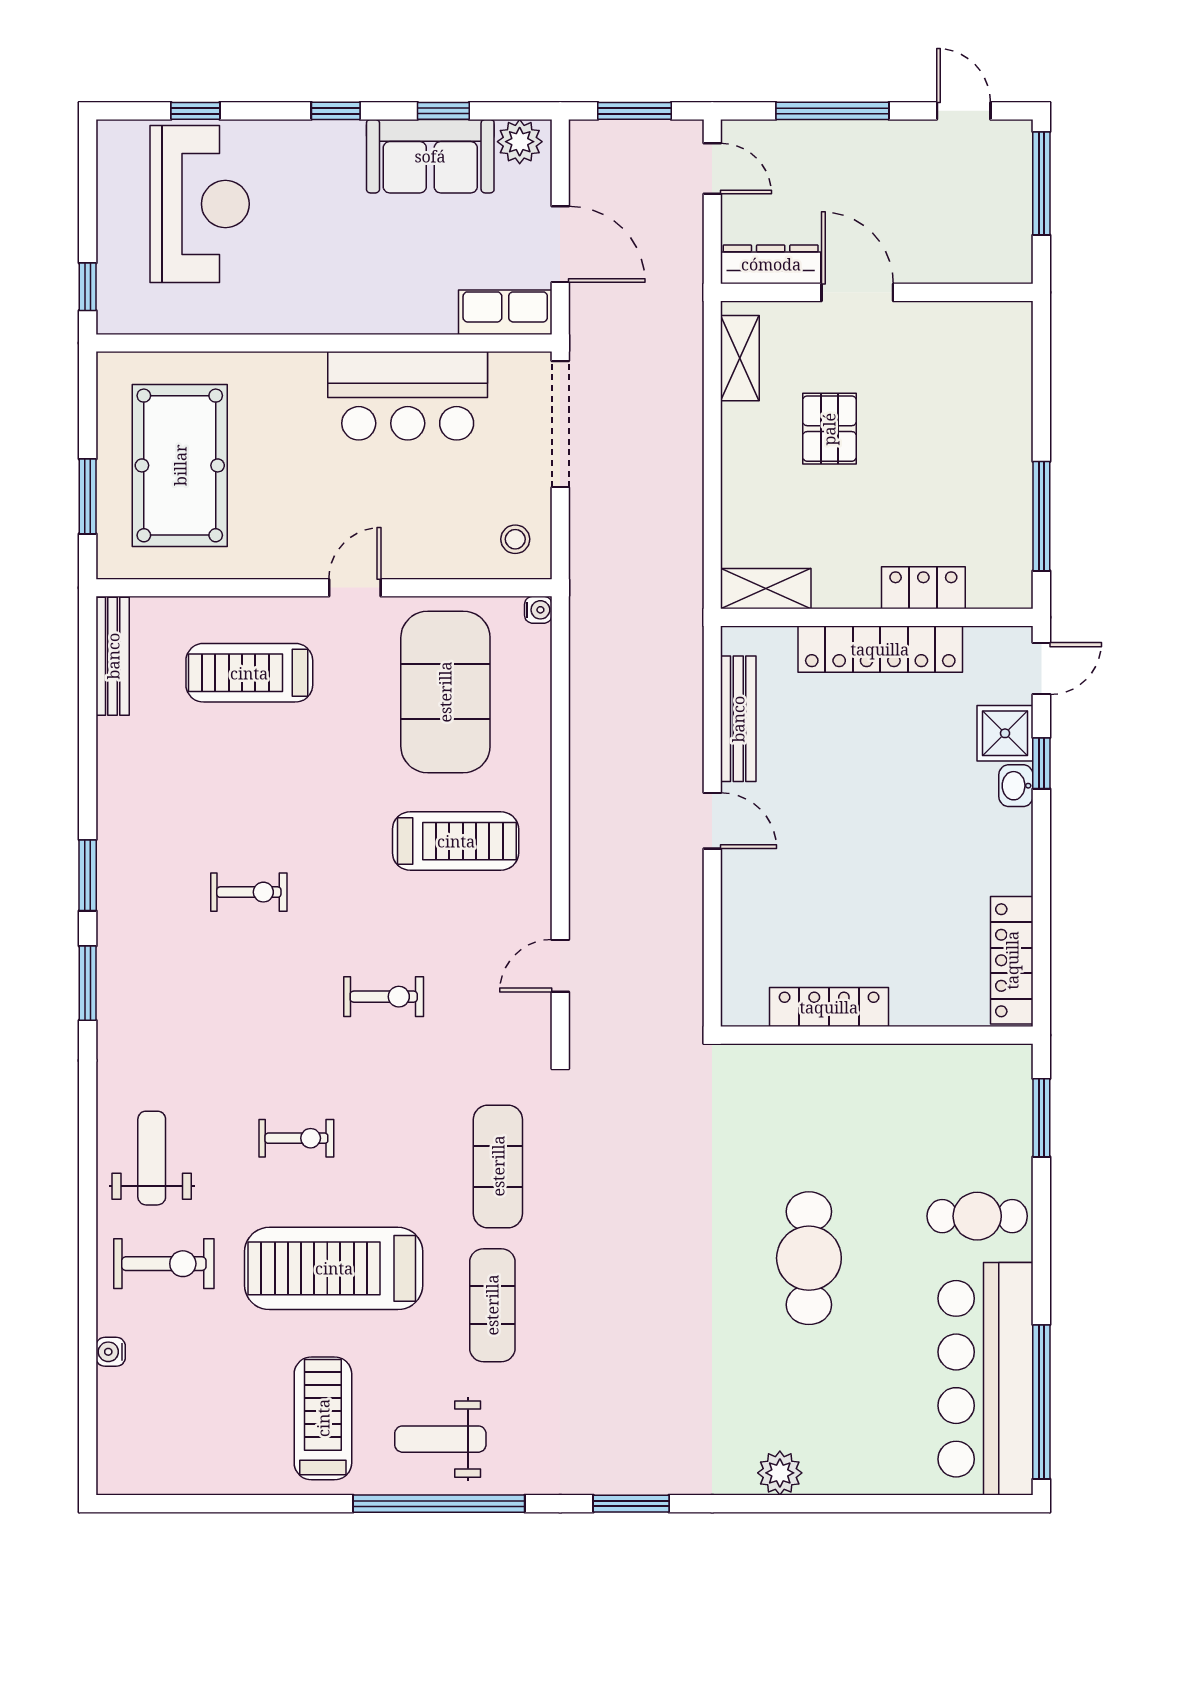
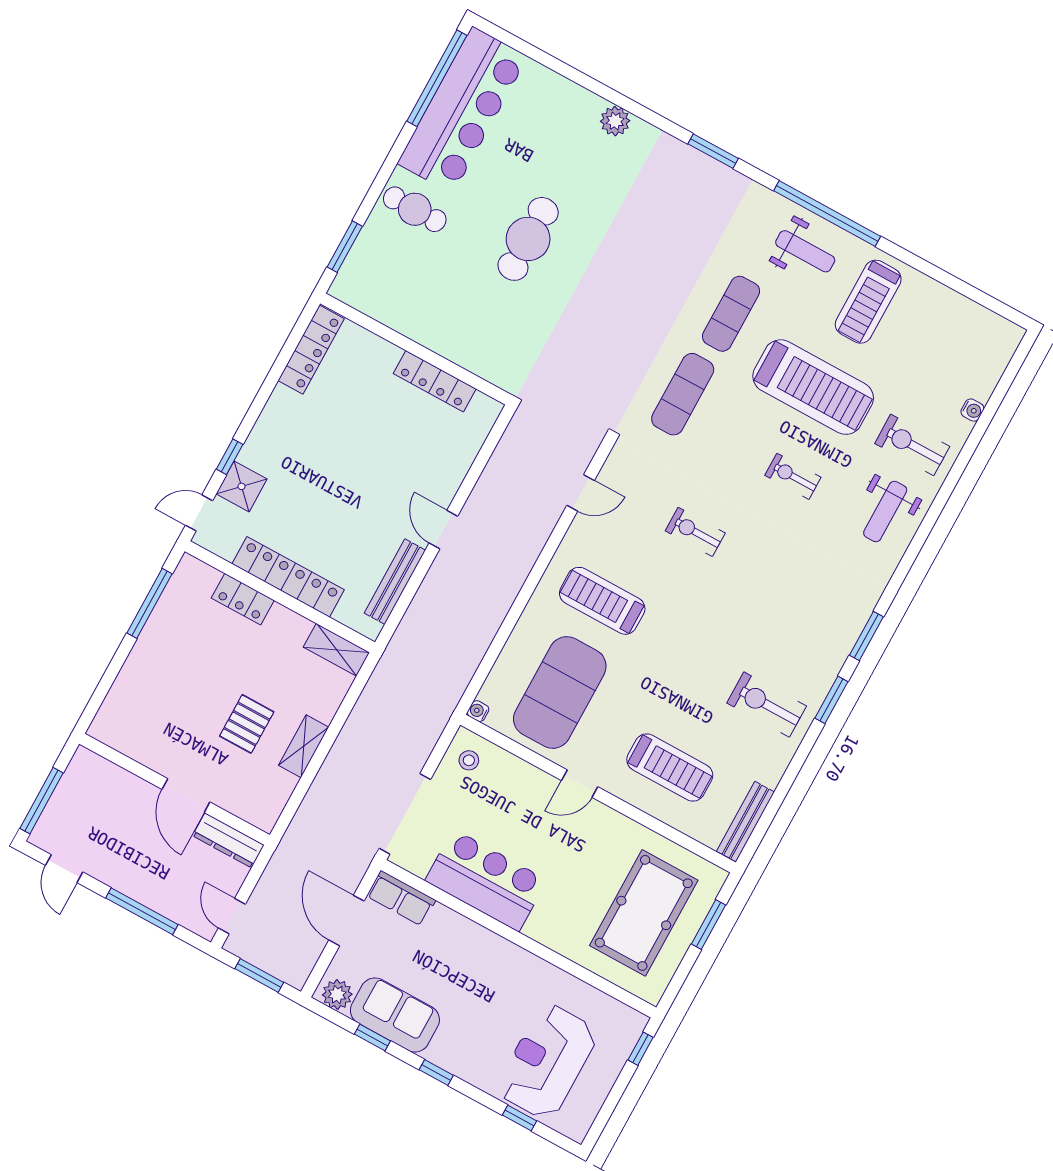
shelving: (740, 358) -> (304, 746), moved
washbasin: (1016, 786) -> (252, 452), removed
exercise bike: (249, 892) -> (767, 704), moved, width x1.38, depth x1.39

